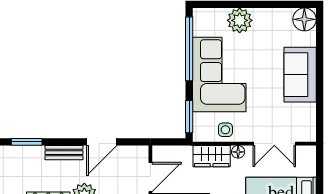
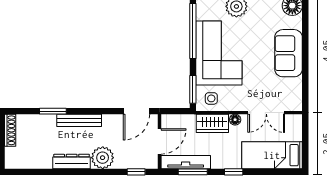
side table: (225, 130) -> (211, 98), moved
door: (102, 142) -> (136, 111), moved
bench: (64, 153) -> (79, 120), width x1.36

